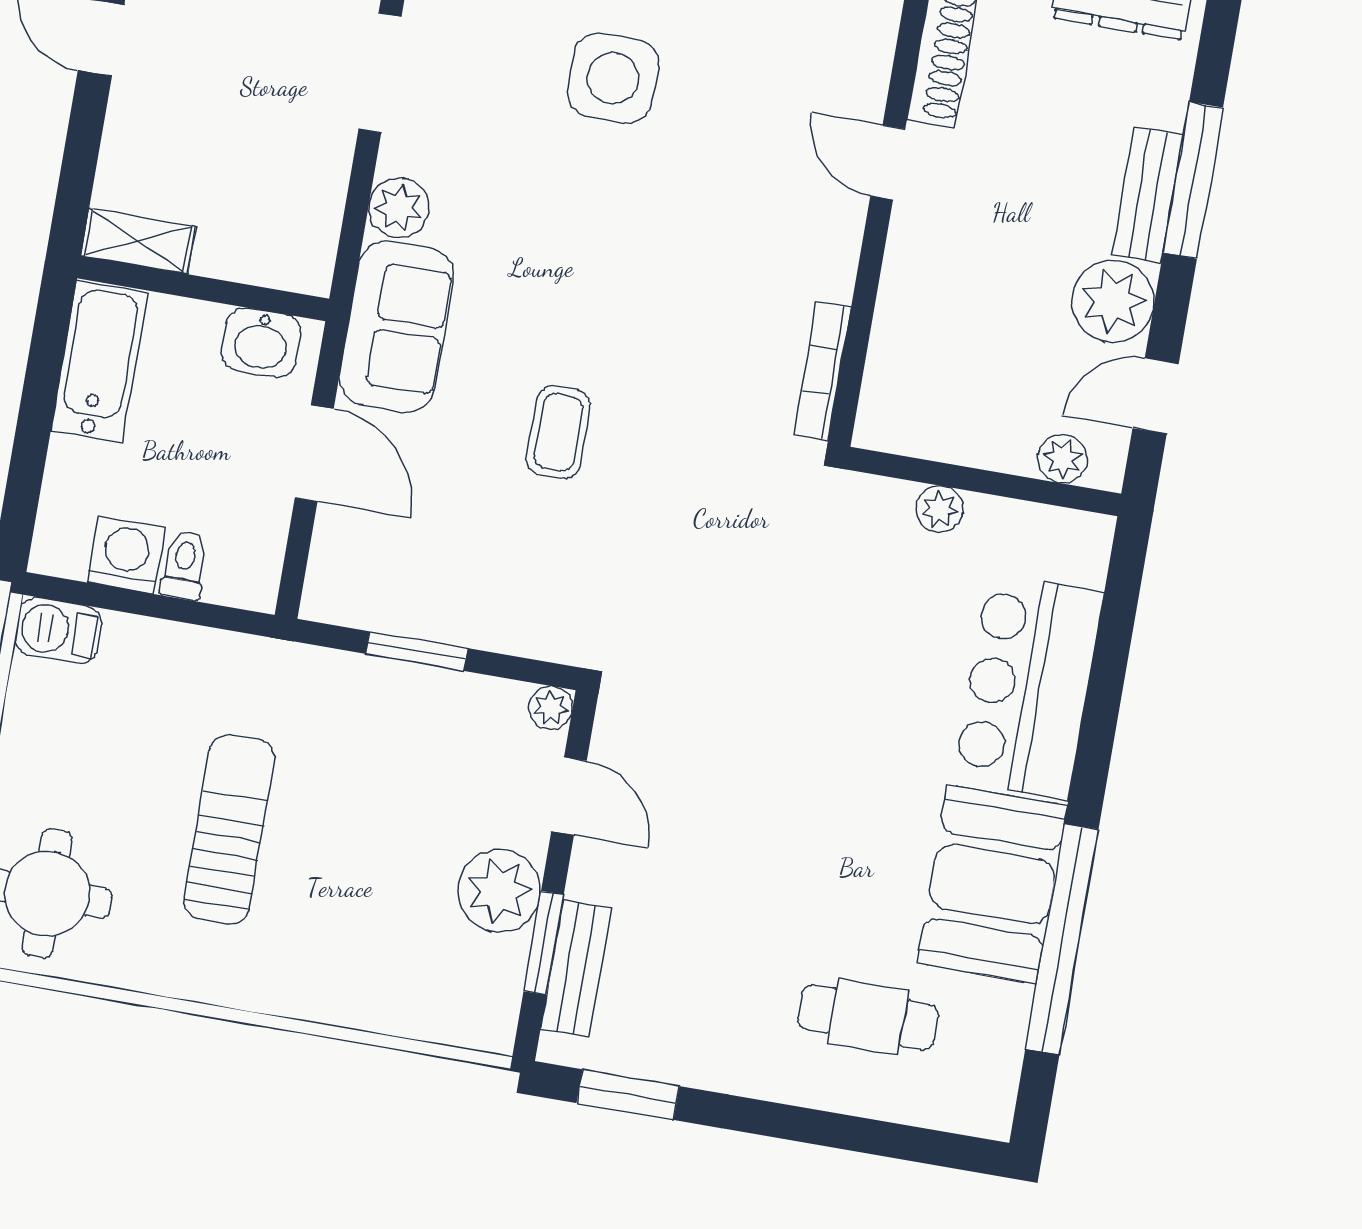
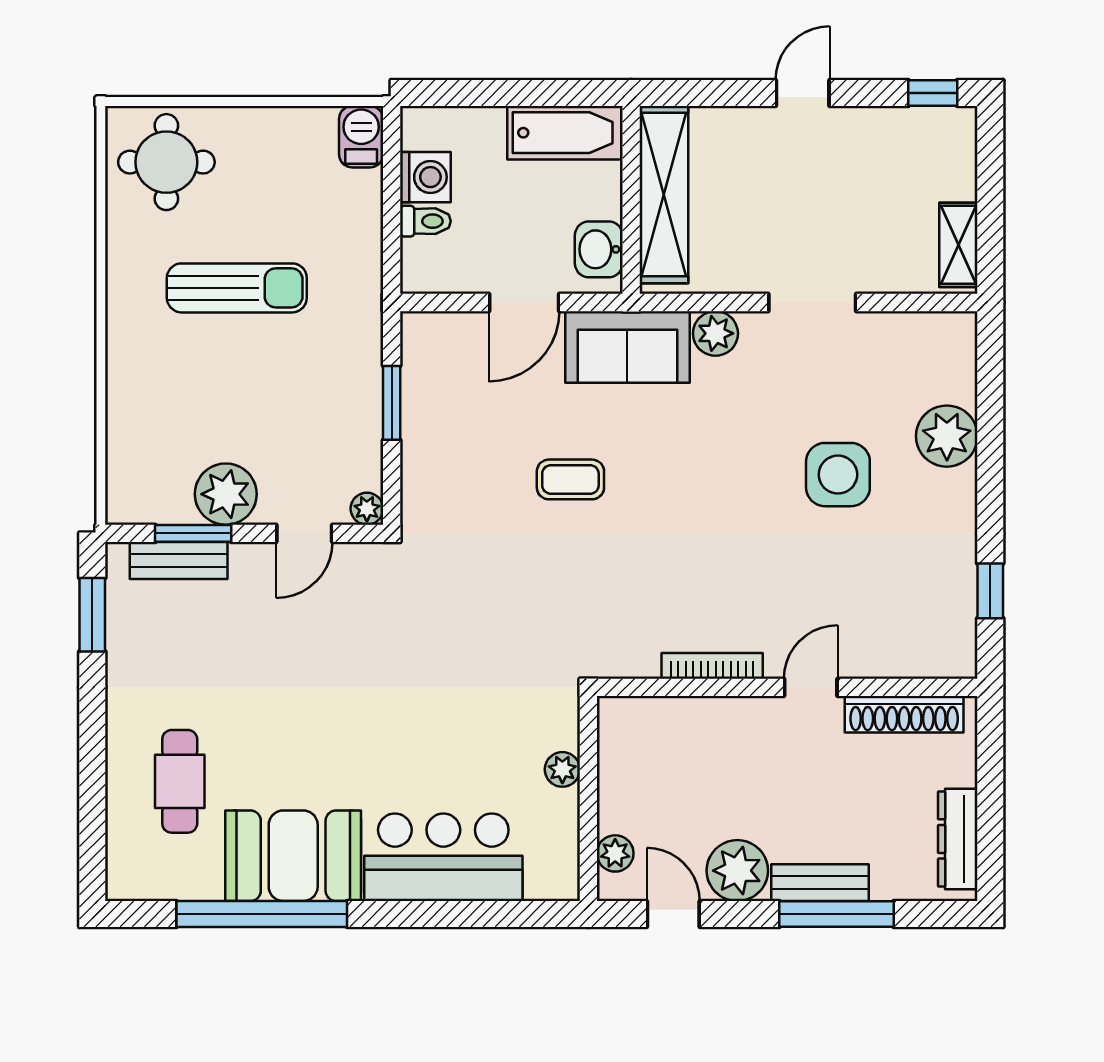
shelving: (138, 241) -> (664, 195), width x2.20, depth x1.33
bookcase: (823, 371) -> (712, 666), moved

